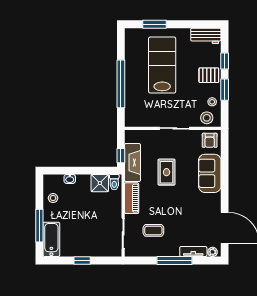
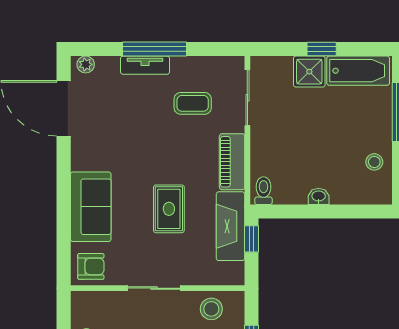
stool: (207, 118) -> (211, 309), moved
armchair: (210, 140) -> (91, 266), turned 90
washbasin: (70, 179) -> (319, 196), moved
shower: (100, 183) -> (309, 72), moved
bathtub: (51, 239) -> (358, 71), moved, turned -90
tv unit: (193, 252) -> (145, 65), moved

